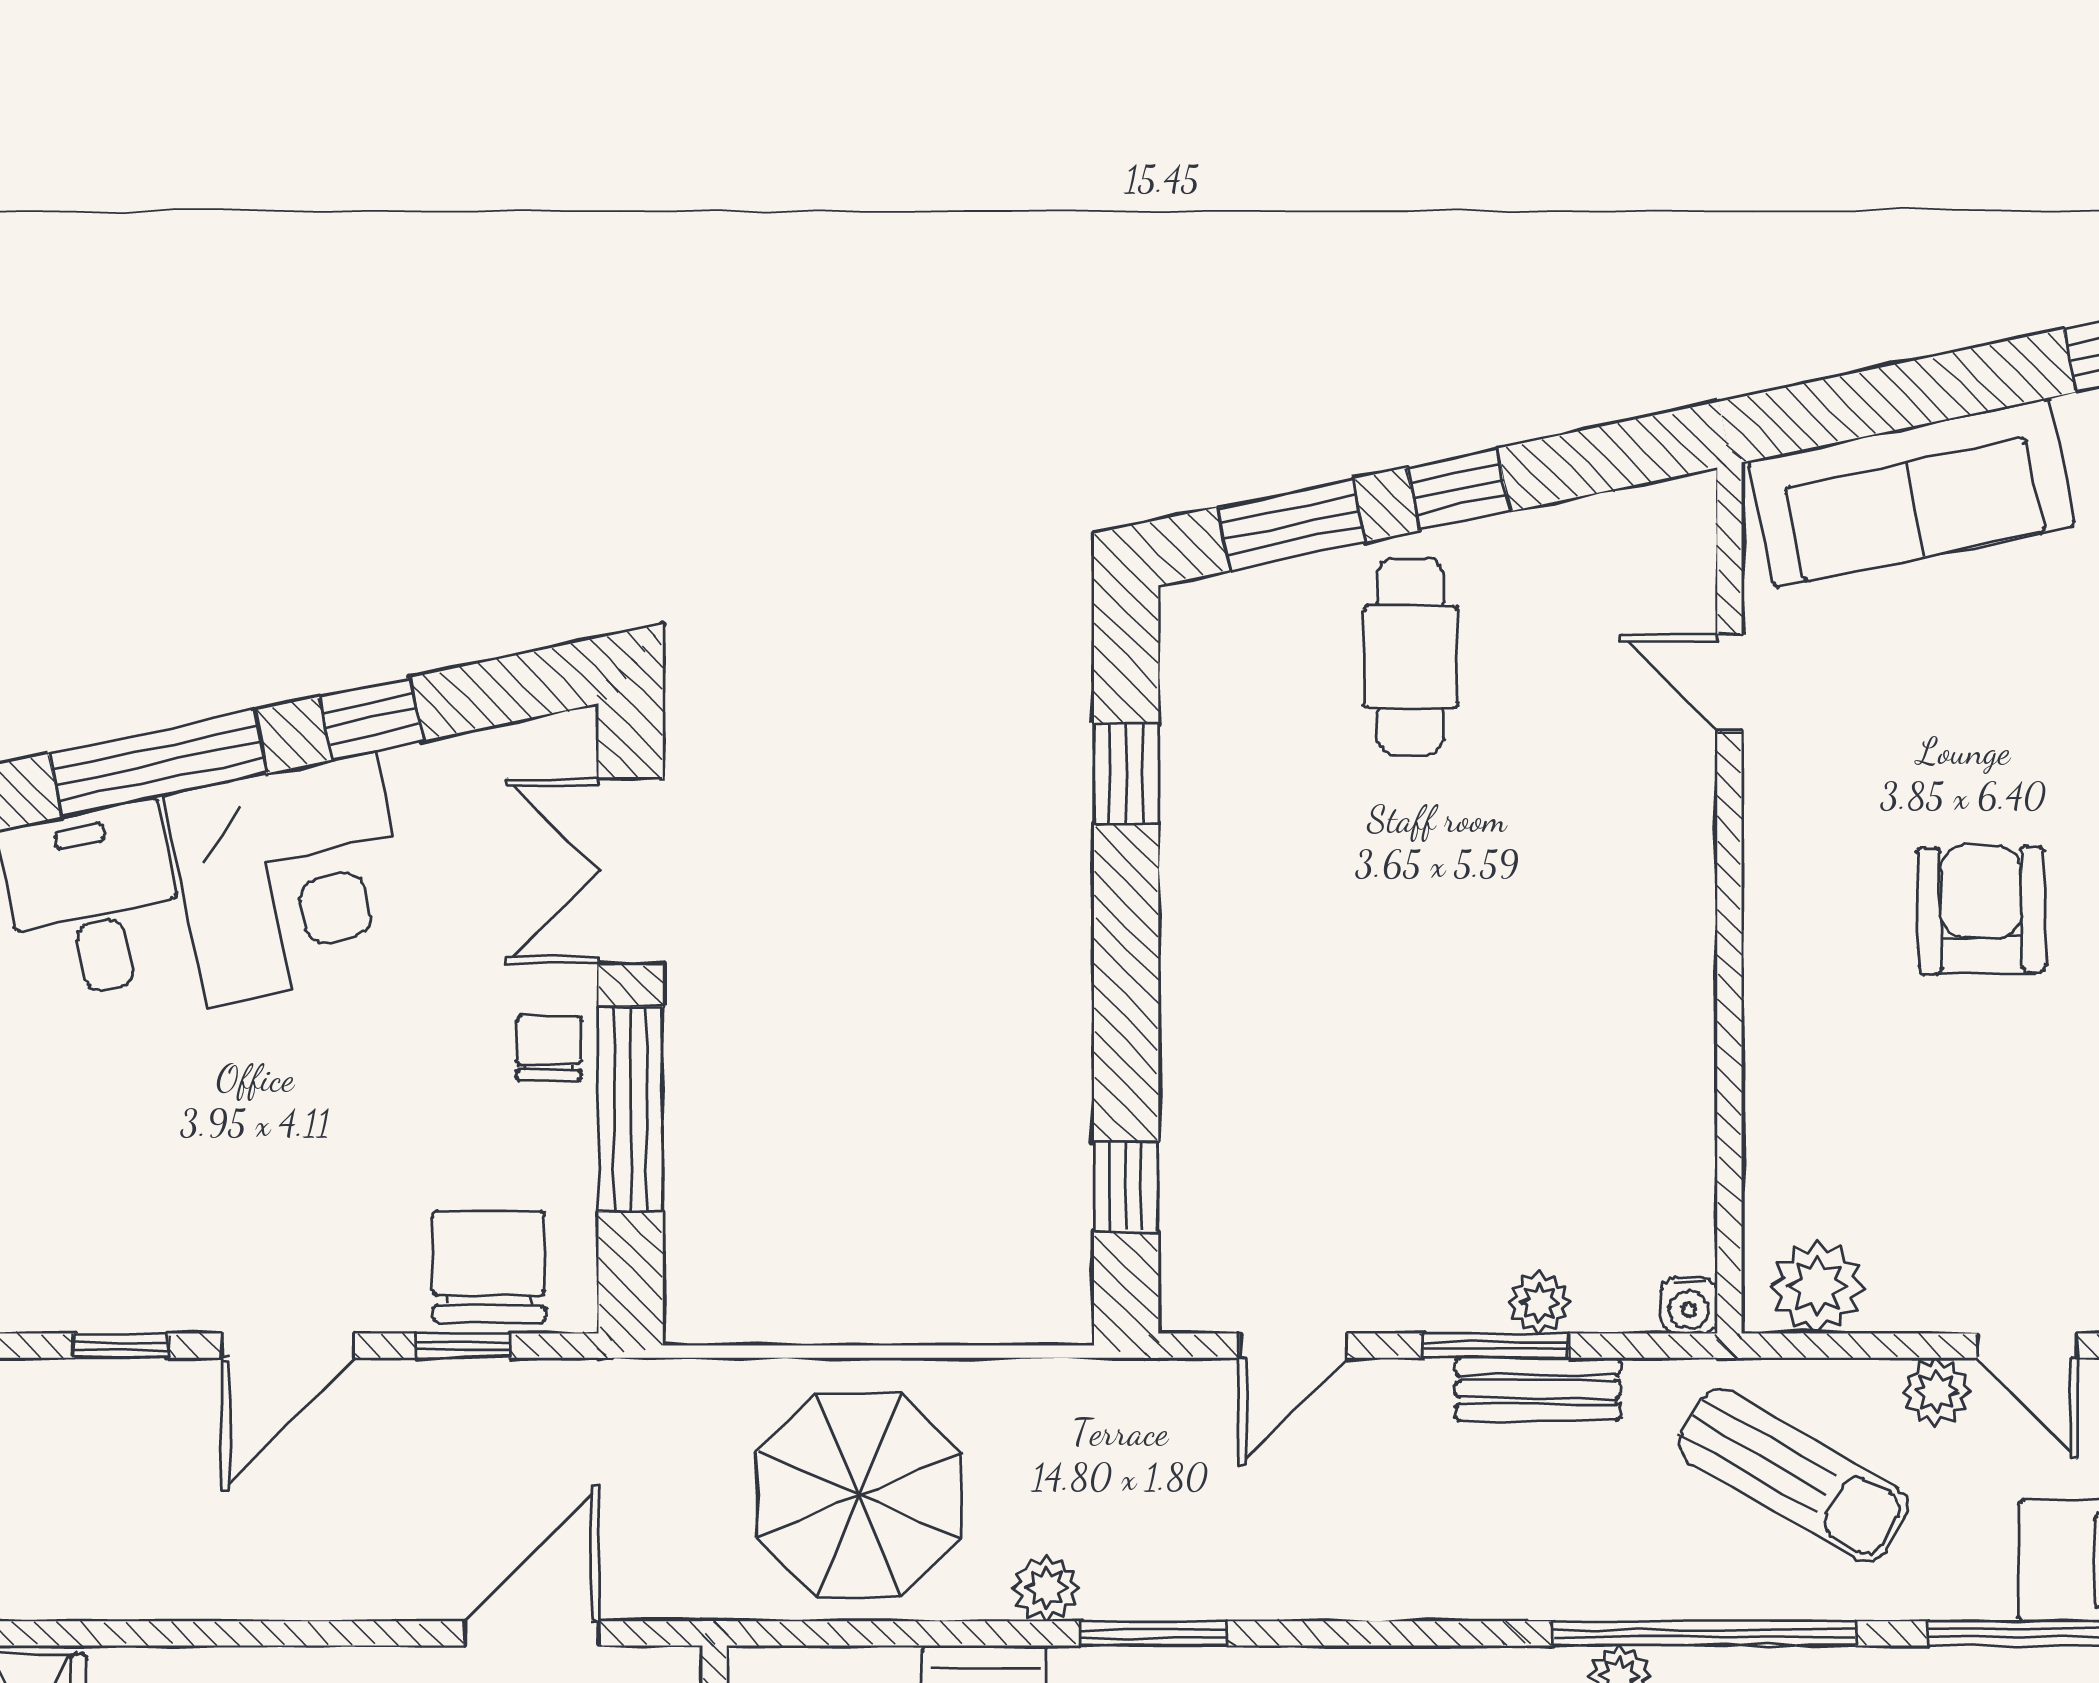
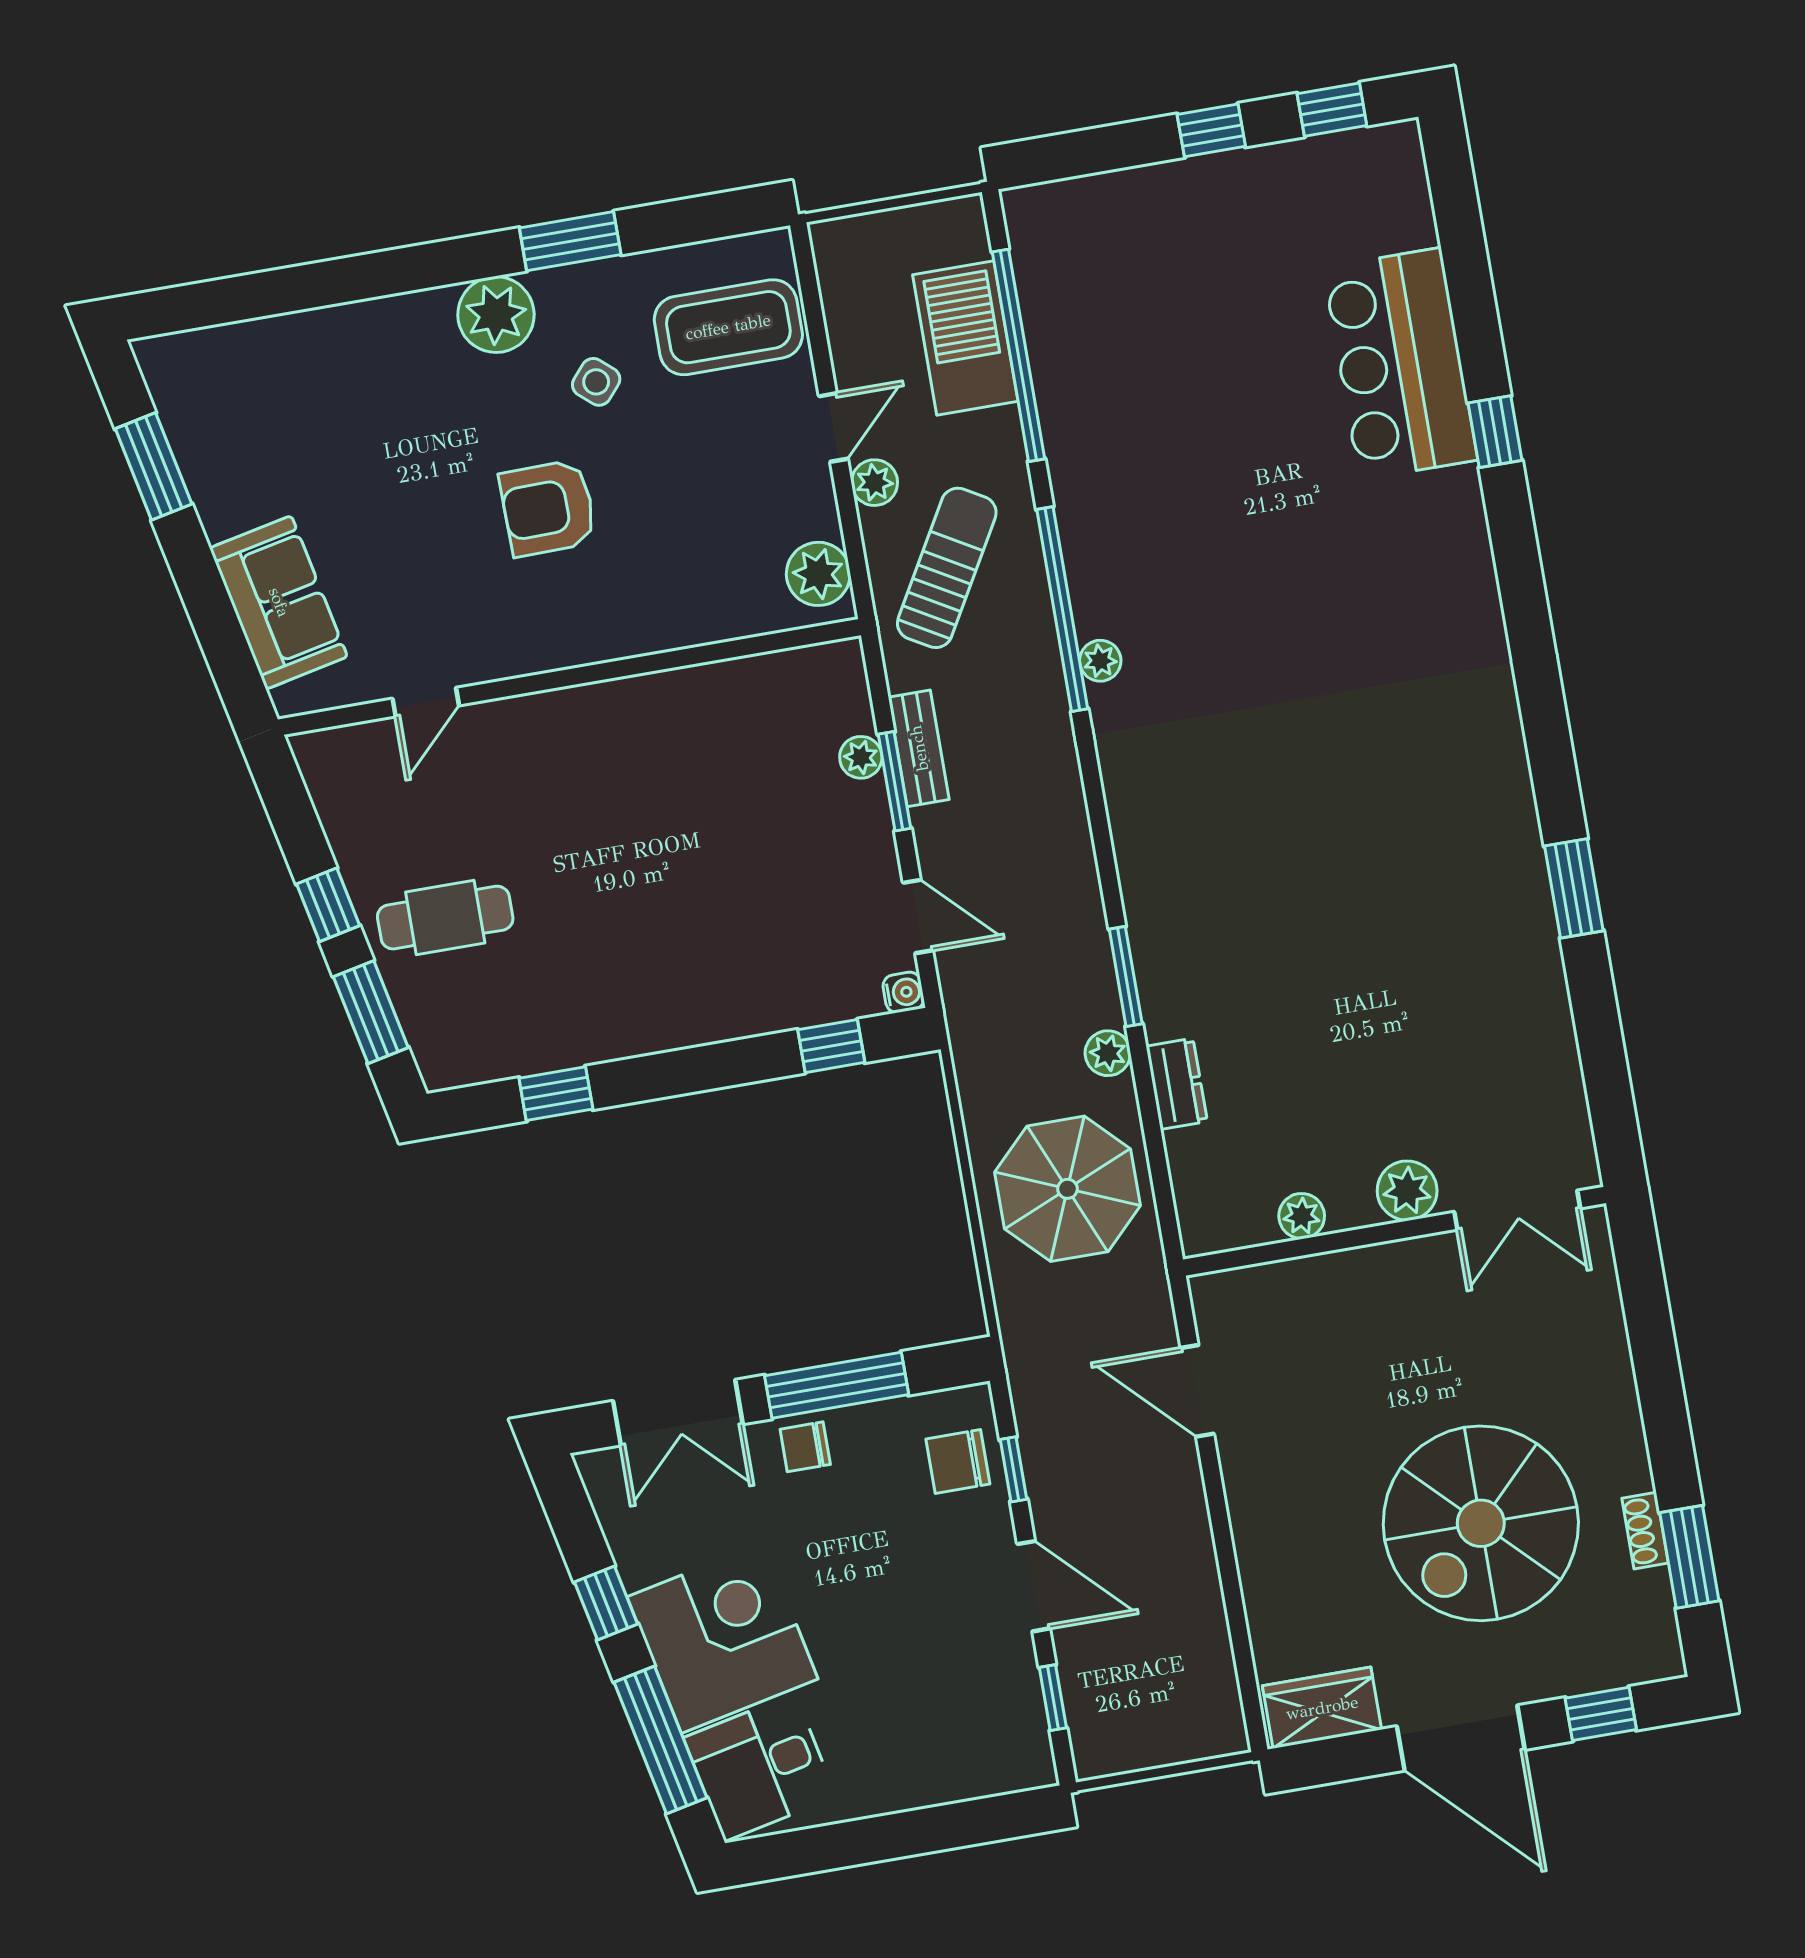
sofa: (1911, 493) -> (279, 602), width x0.73
chair: (489, 1267) -> (958, 1461), width x0.73, depth x0.73
water cooler: (1689, 1305) -> (903, 992), moved

